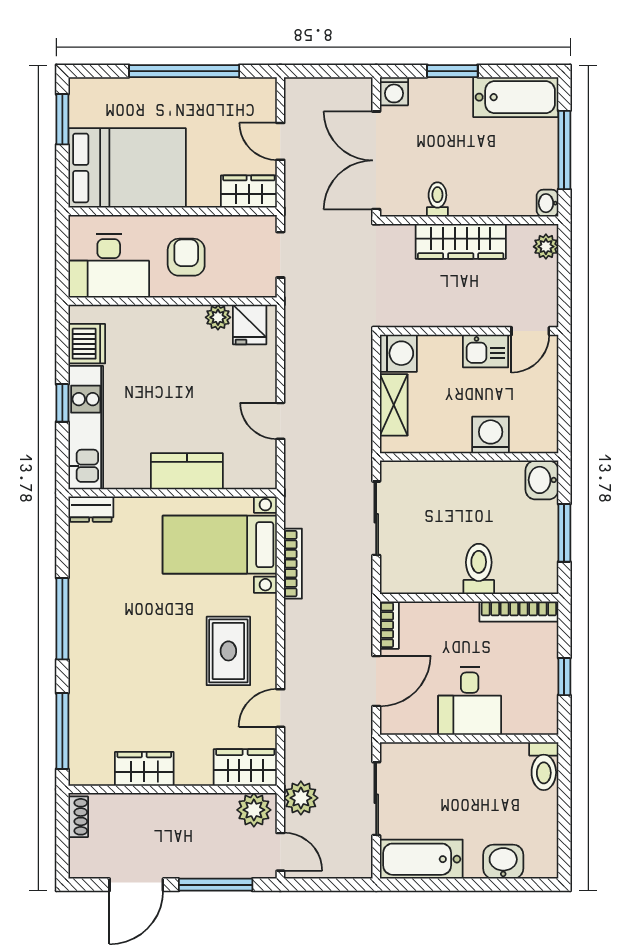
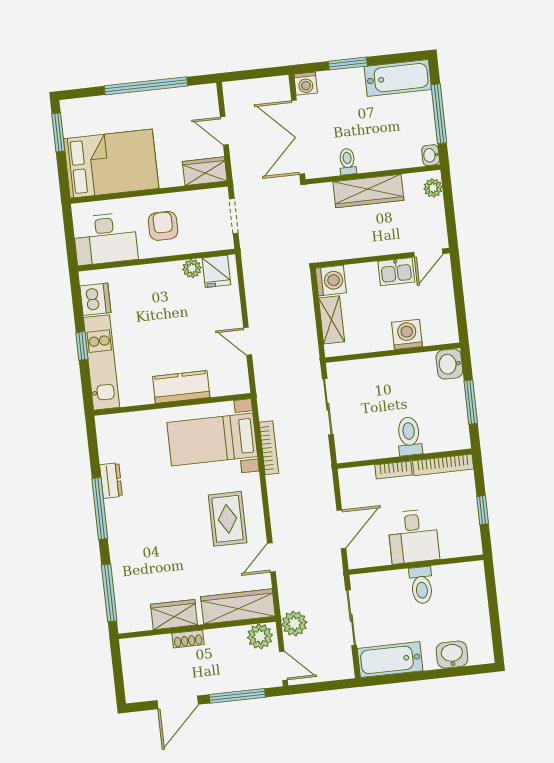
dresser: (91, 509) -> (111, 481), moved, turned -90
bookcase: (389, 625) -> (393, 470), moved, turned 90
toilet: (544, 766) -> (421, 585), moved
wardrobe: (245, 767) -> (238, 606), width x1.50
shoe rack: (78, 817) -> (188, 639), moved, turned 90

